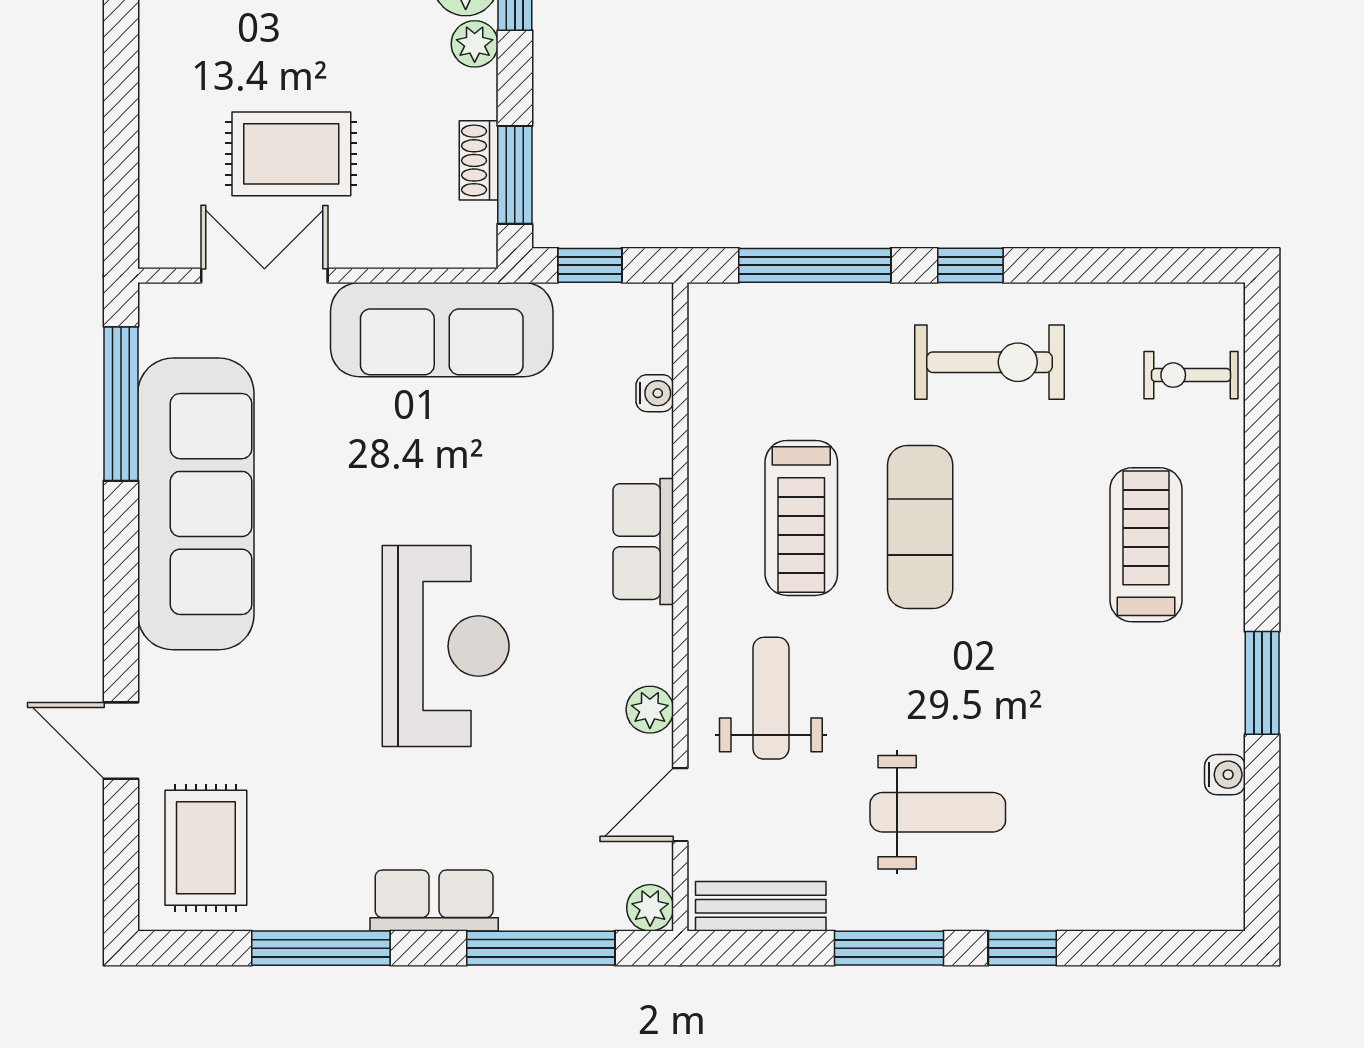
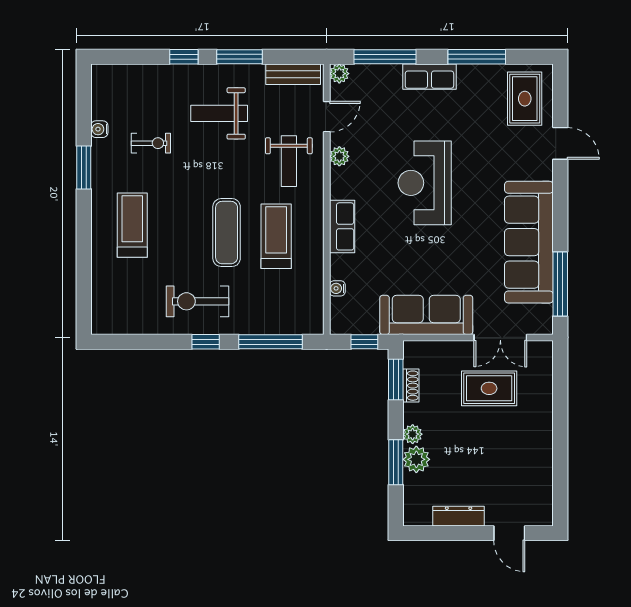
exercise bike: (1191, 375) -> (151, 143), moved
treadmill: (1146, 545) -> (132, 225), turned 180

